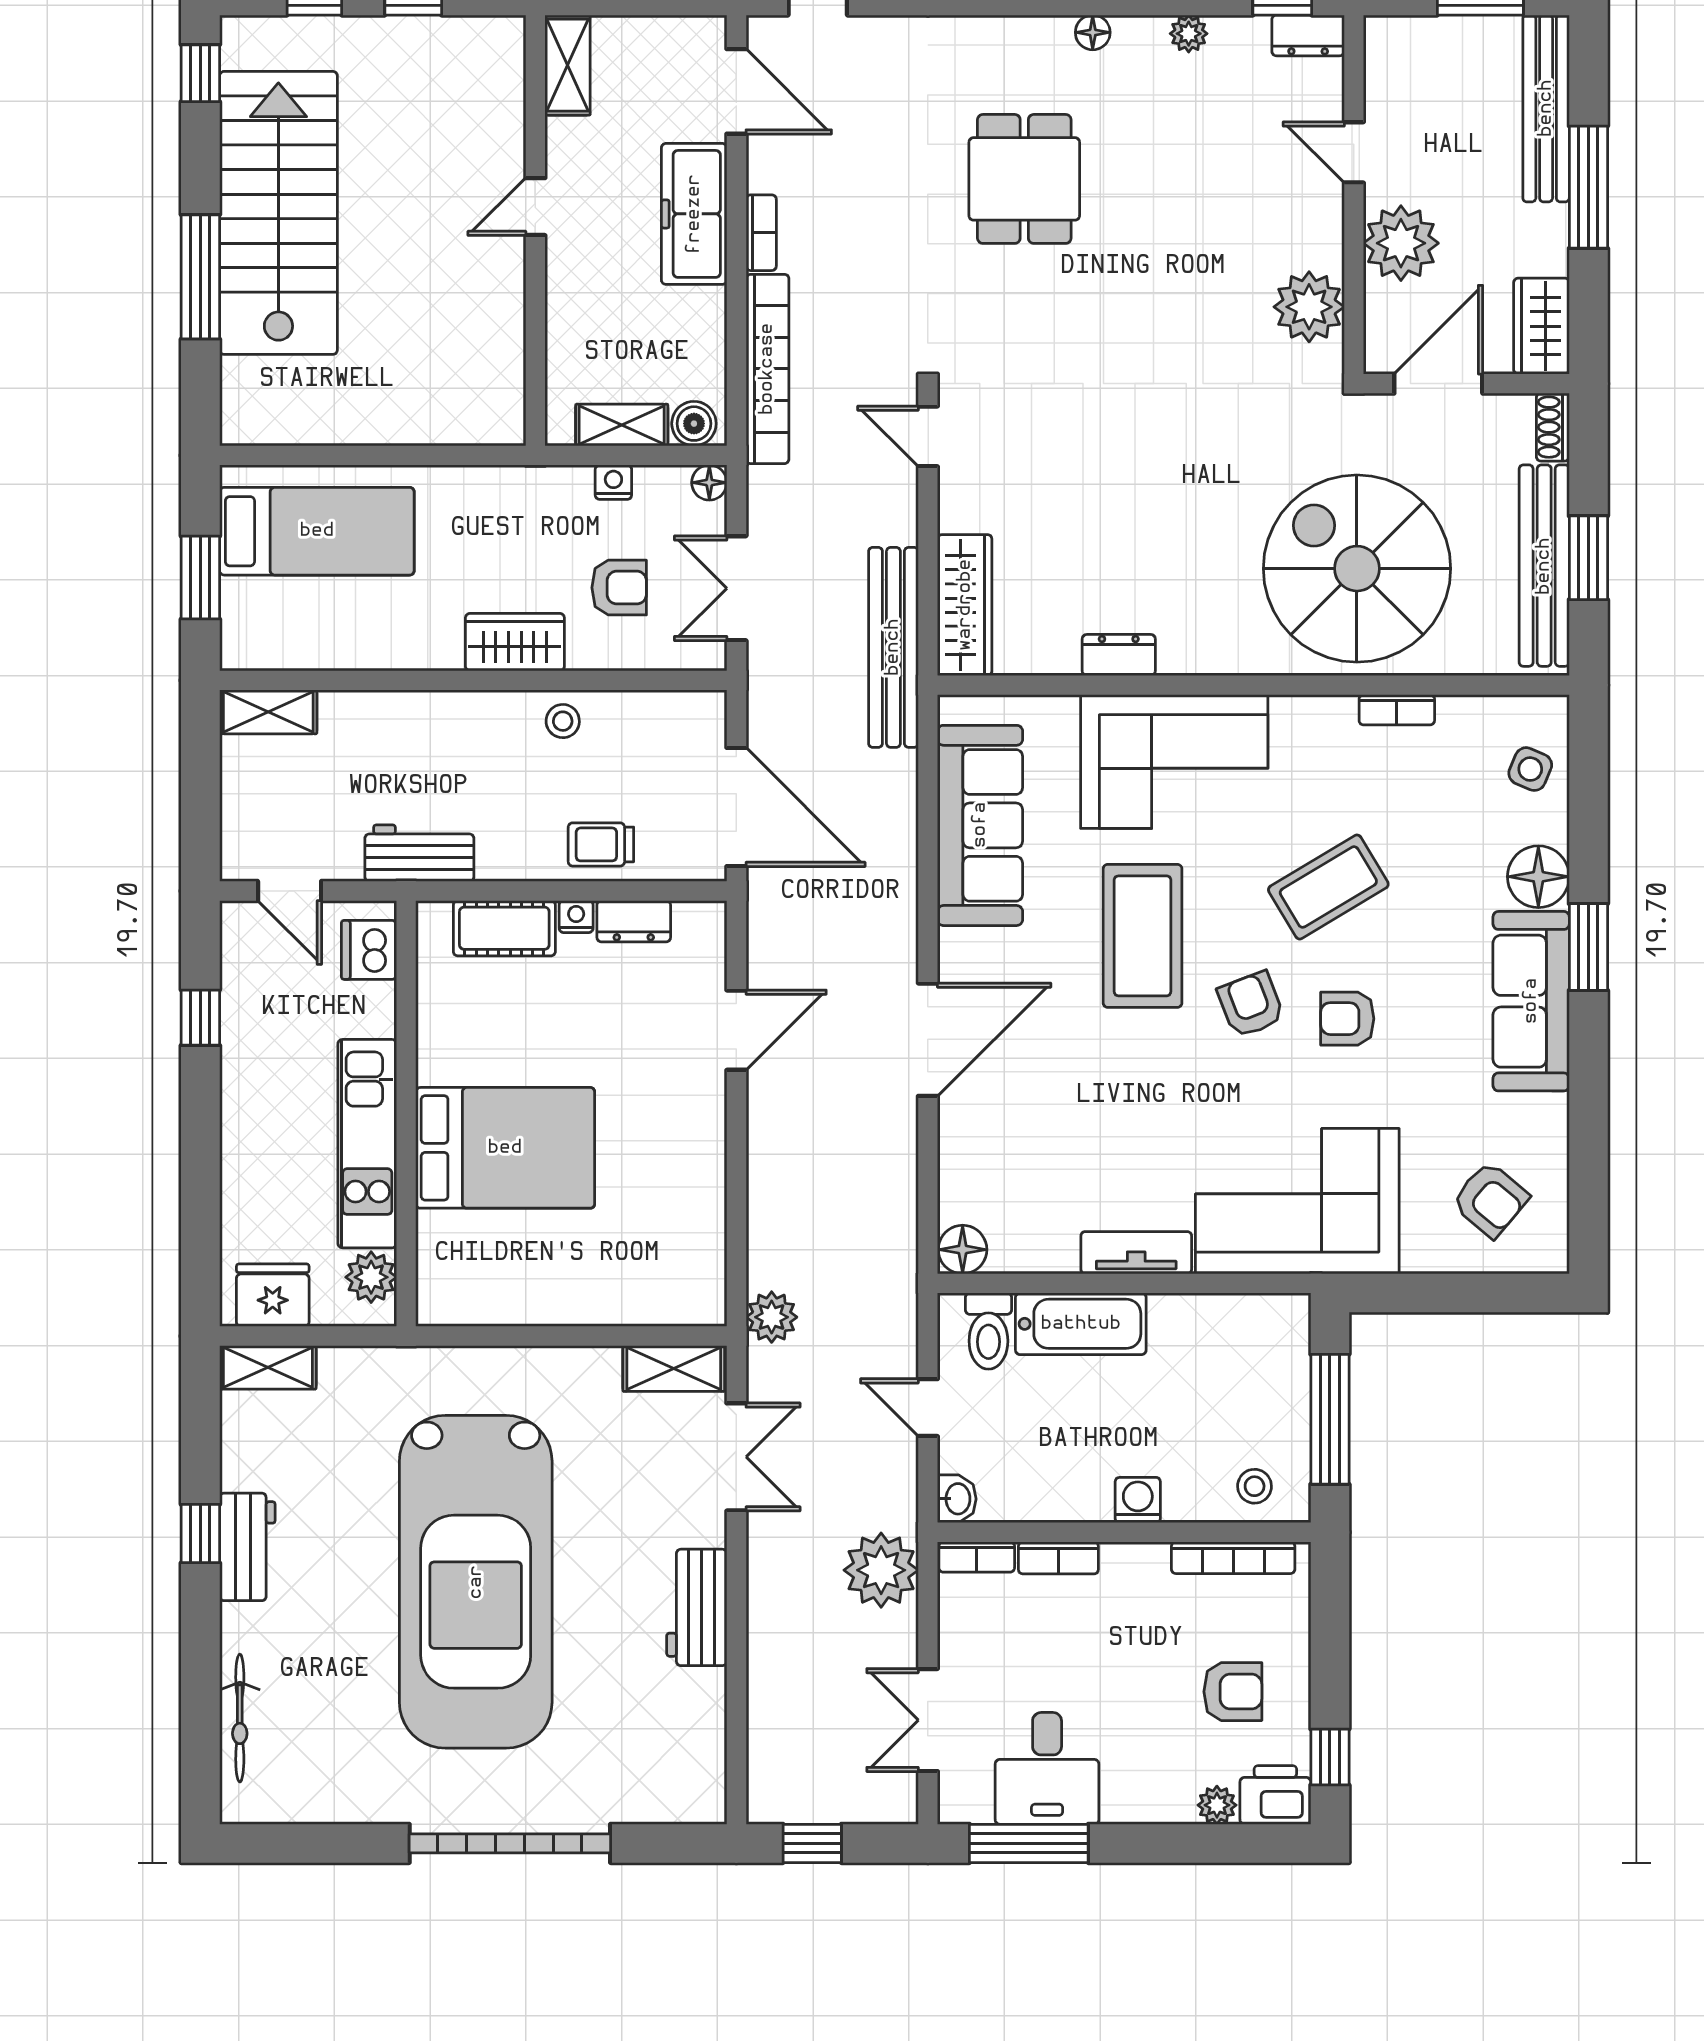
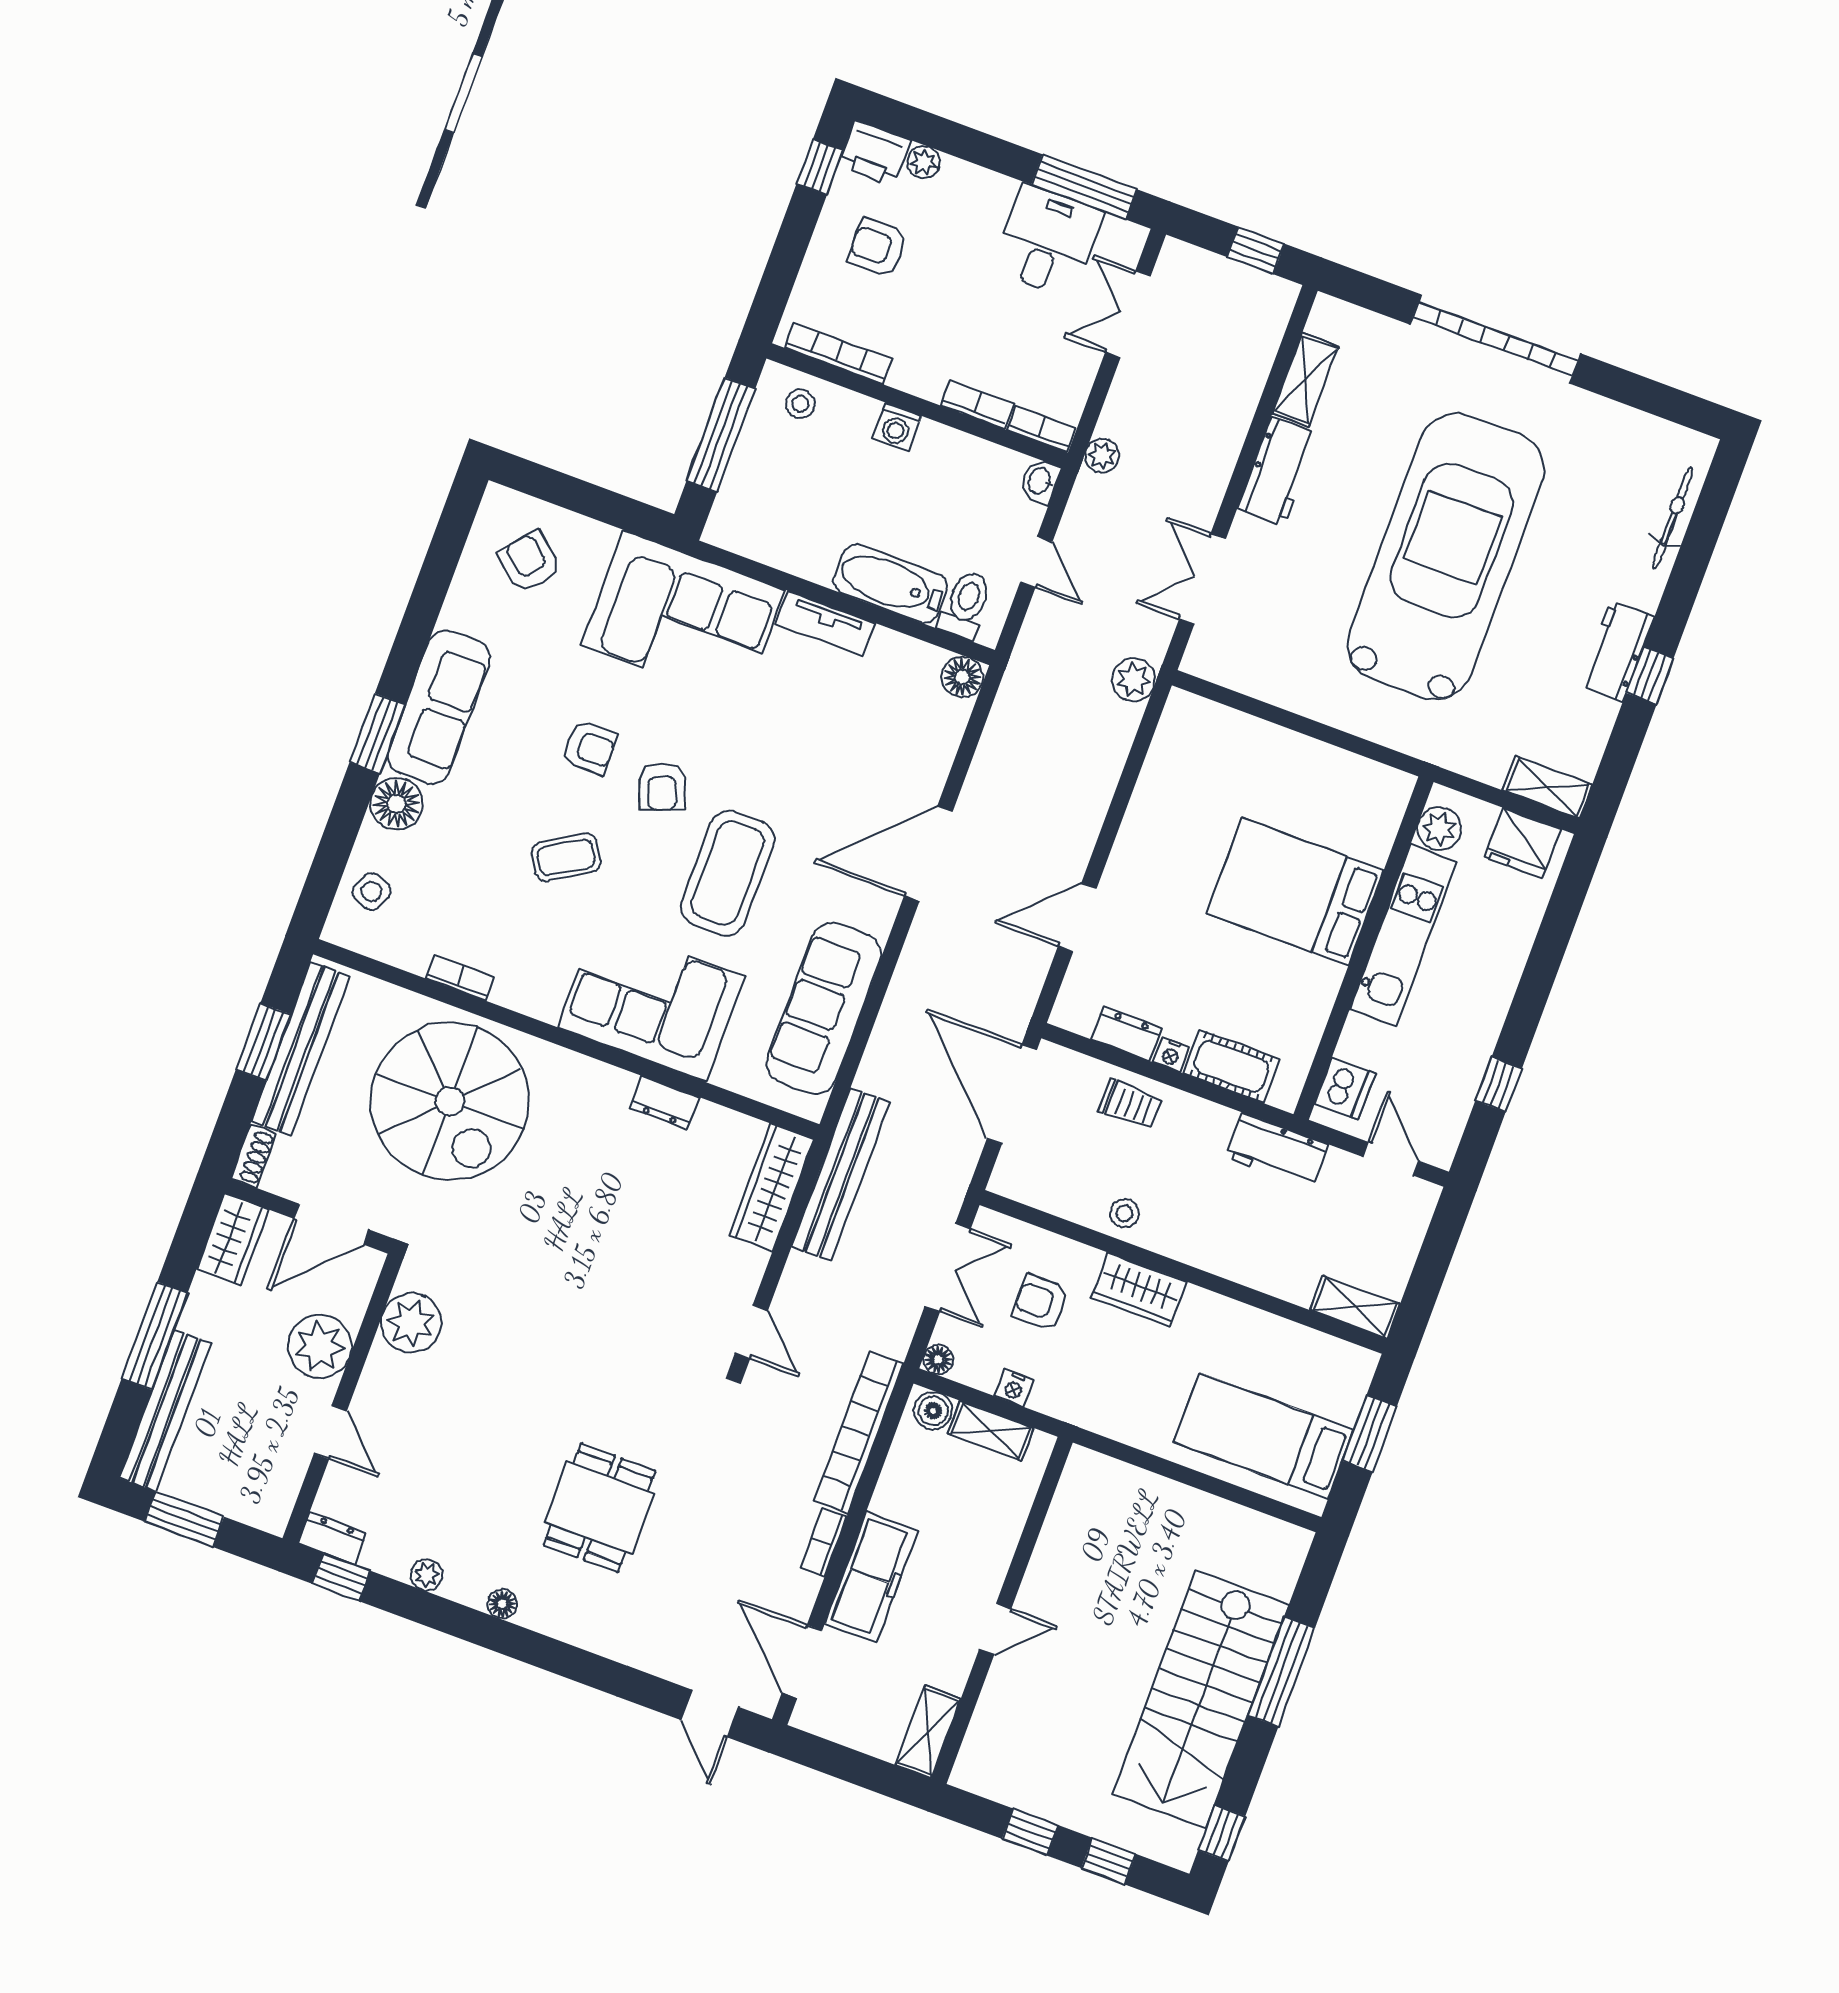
coffee table: (1328, 887) -> (566, 857), width x0.73, depth x0.77
shelving: (674, 1369) -> (1305, 380), moved, turned 90
plant: (881, 1570) -> (1102, 456), width x0.53, depth x0.53
double door: (928, 1720) -> (1128, 314), swing flipped

